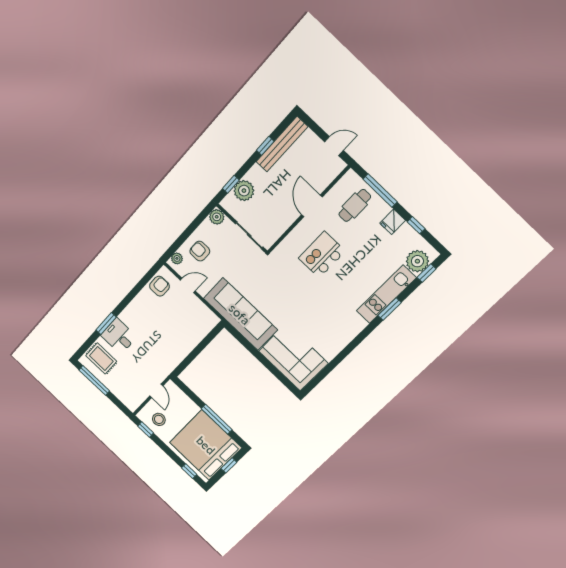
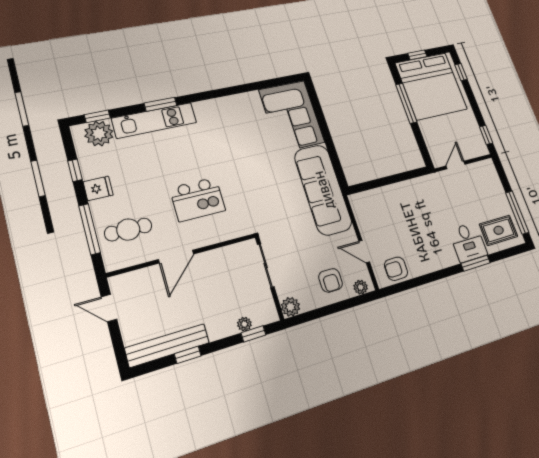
plant: (244, 191) -> (244, 324), width x0.53, depth x0.53
rug: (101, 358) -> (499, 230), turned 90
stool: (159, 419) -> (467, 137), removed

